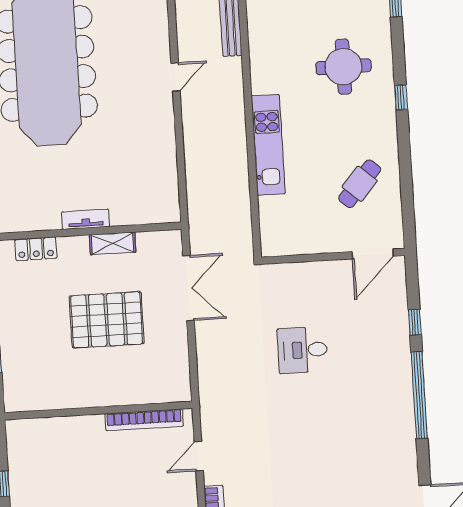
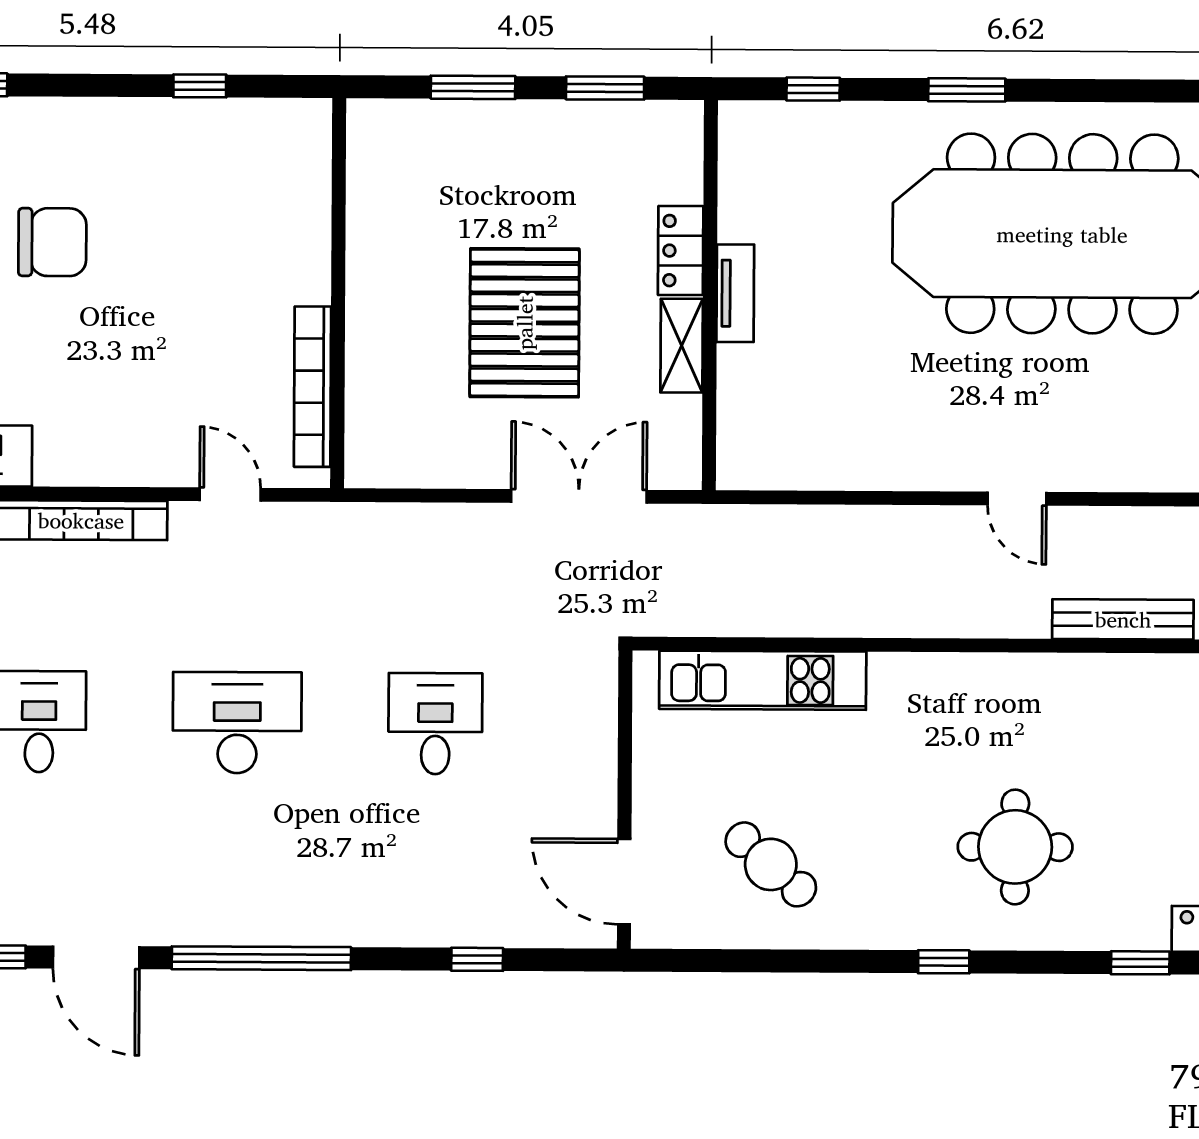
kitchen unit: (268, 145) -> (763, 680), moved
locker: (36, 249) -> (681, 251), moved
double door: (188, 288) -> (579, 496), swing flipped
window: (419, 395) -> (261, 958), moved
desk: (308, 445) -> (237, 723), added

